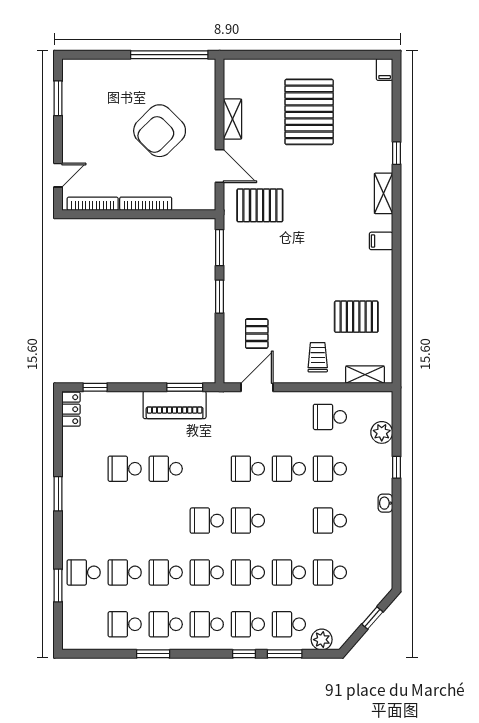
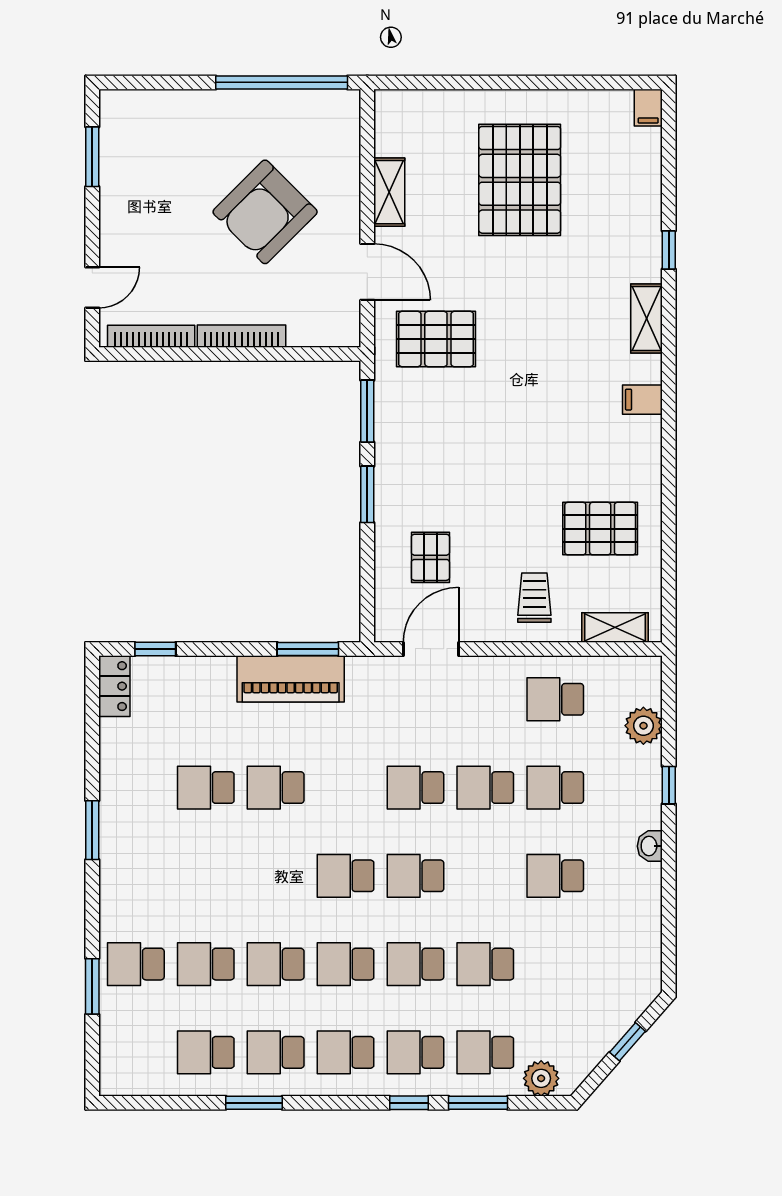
school desk: (330, 572) -> (555, 964), removed

